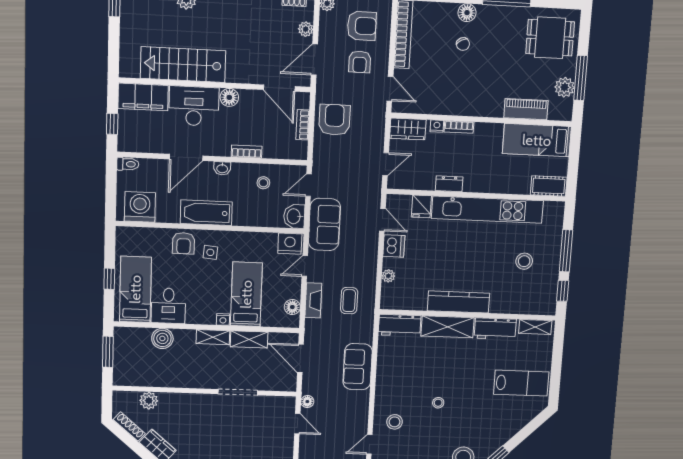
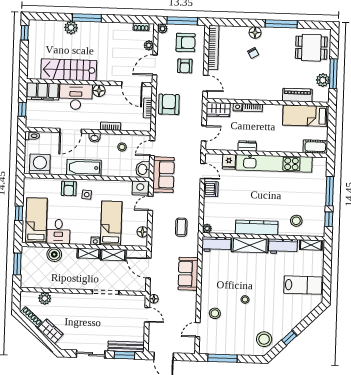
stool: (524, 261) -> (296, 221), moved
plant: (388, 276) -> (207, 228), moved
fireplace: (313, 300) -> (157, 227), removed

